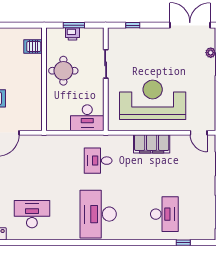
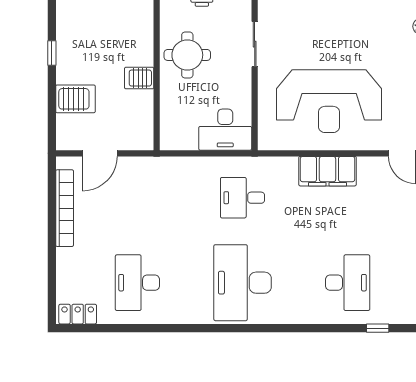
server rack: (33, 47) -> (139, 78), moved
reception desk: (153, 100) -> (329, 101), turned 180
desk: (32, 214) -> (137, 283), turned -90

